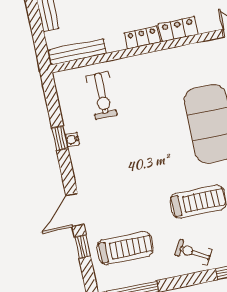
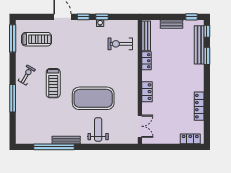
locker: (142, 38) -> (146, 61), moved
window: (83, 247) -> (83, 17), moved
treadmill: (125, 248) -> (37, 39), turned -90

